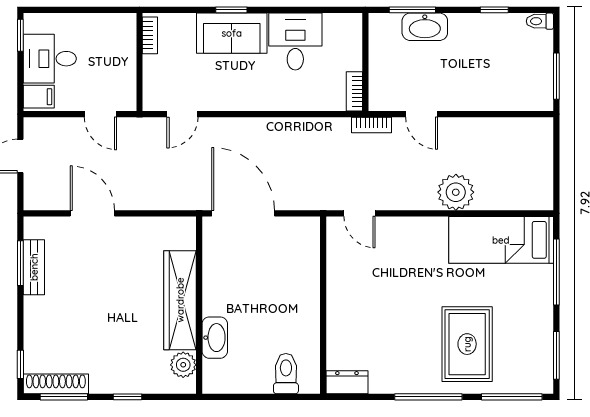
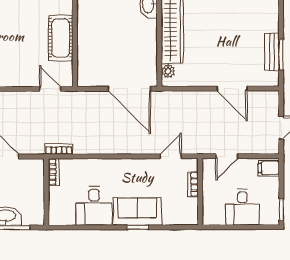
bookcase: (150, 35) -> (193, 184), moved
desk: (50, 59) -> (242, 207), moved, turned 90
door: (100, 114) -> (227, 156), swing flipped
bookcase: (371, 125) -> (59, 149), moved
plant: (186, 239) -> (168, 71), added
cot: (344, 288) -> (61, 38), added

